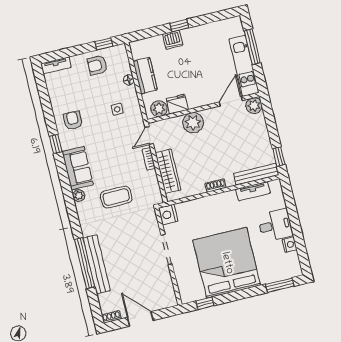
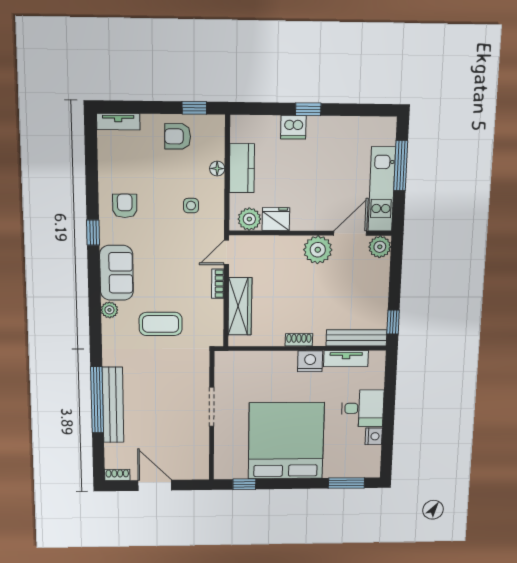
plant: (193, 123) -> (318, 250), moved
nightstand: (168, 215) -> (310, 361), moved, turned 90

